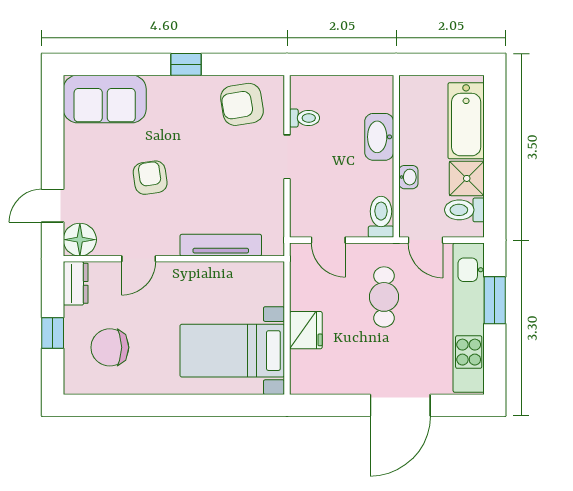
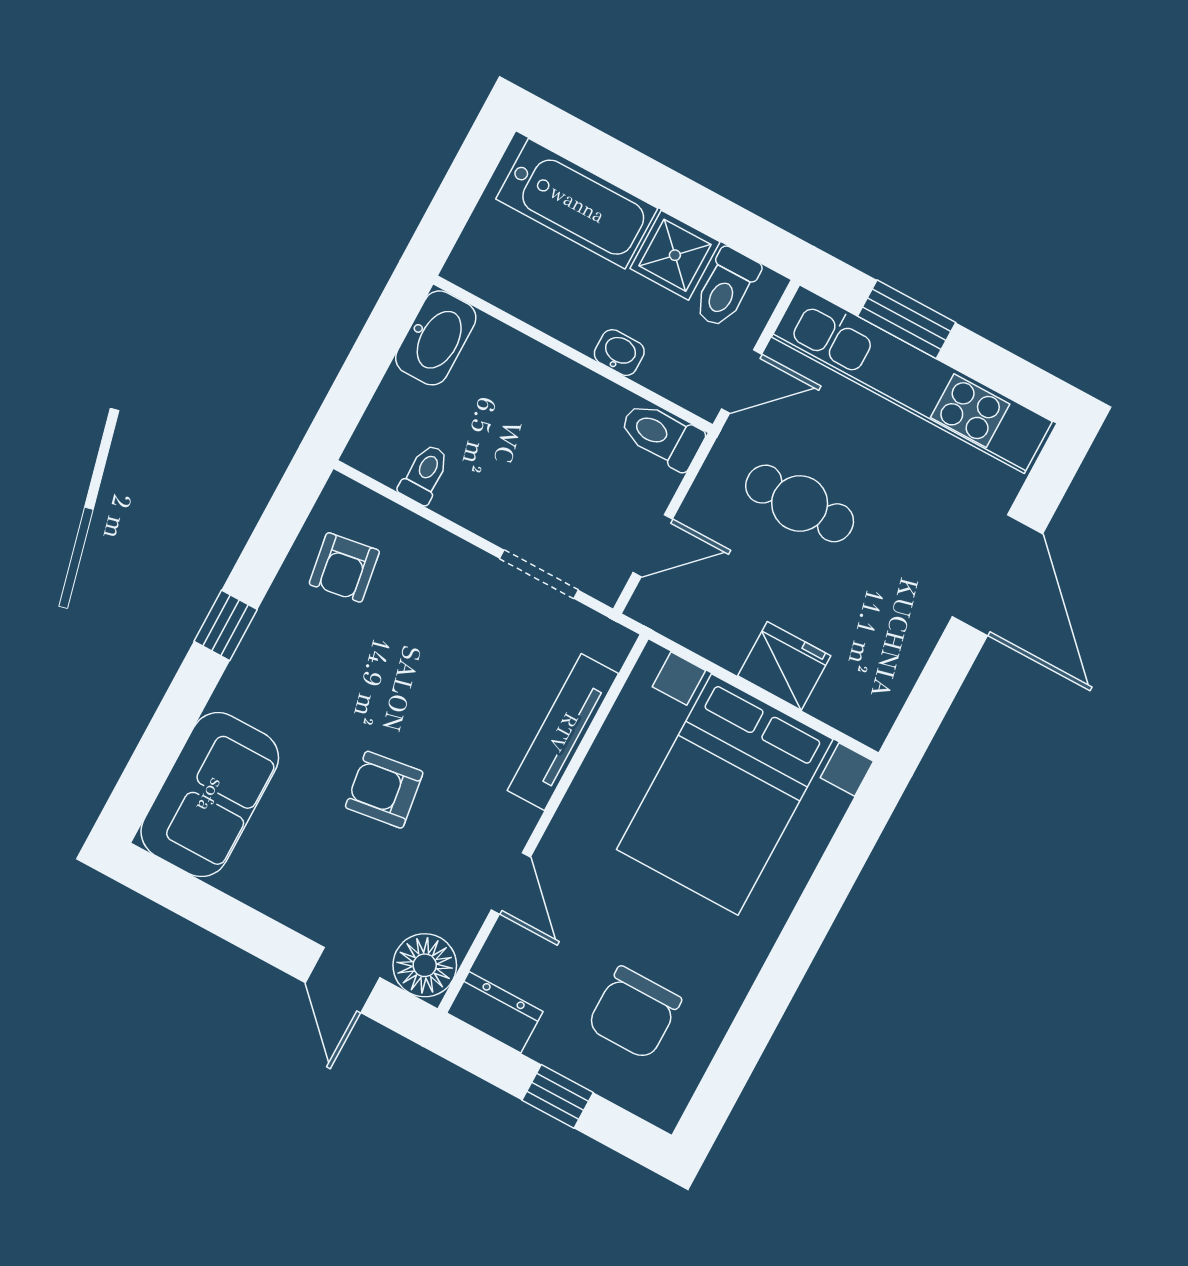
armchair: (242, 104) -> (344, 567), width x0.72, depth x0.72
washbasin: (379, 137) -> (436, 338), moved, turned -90
doorway: (287, 157) -> (539, 574), moved
bed with nightstands: (232, 351) -> (725, 794), width x1.36

